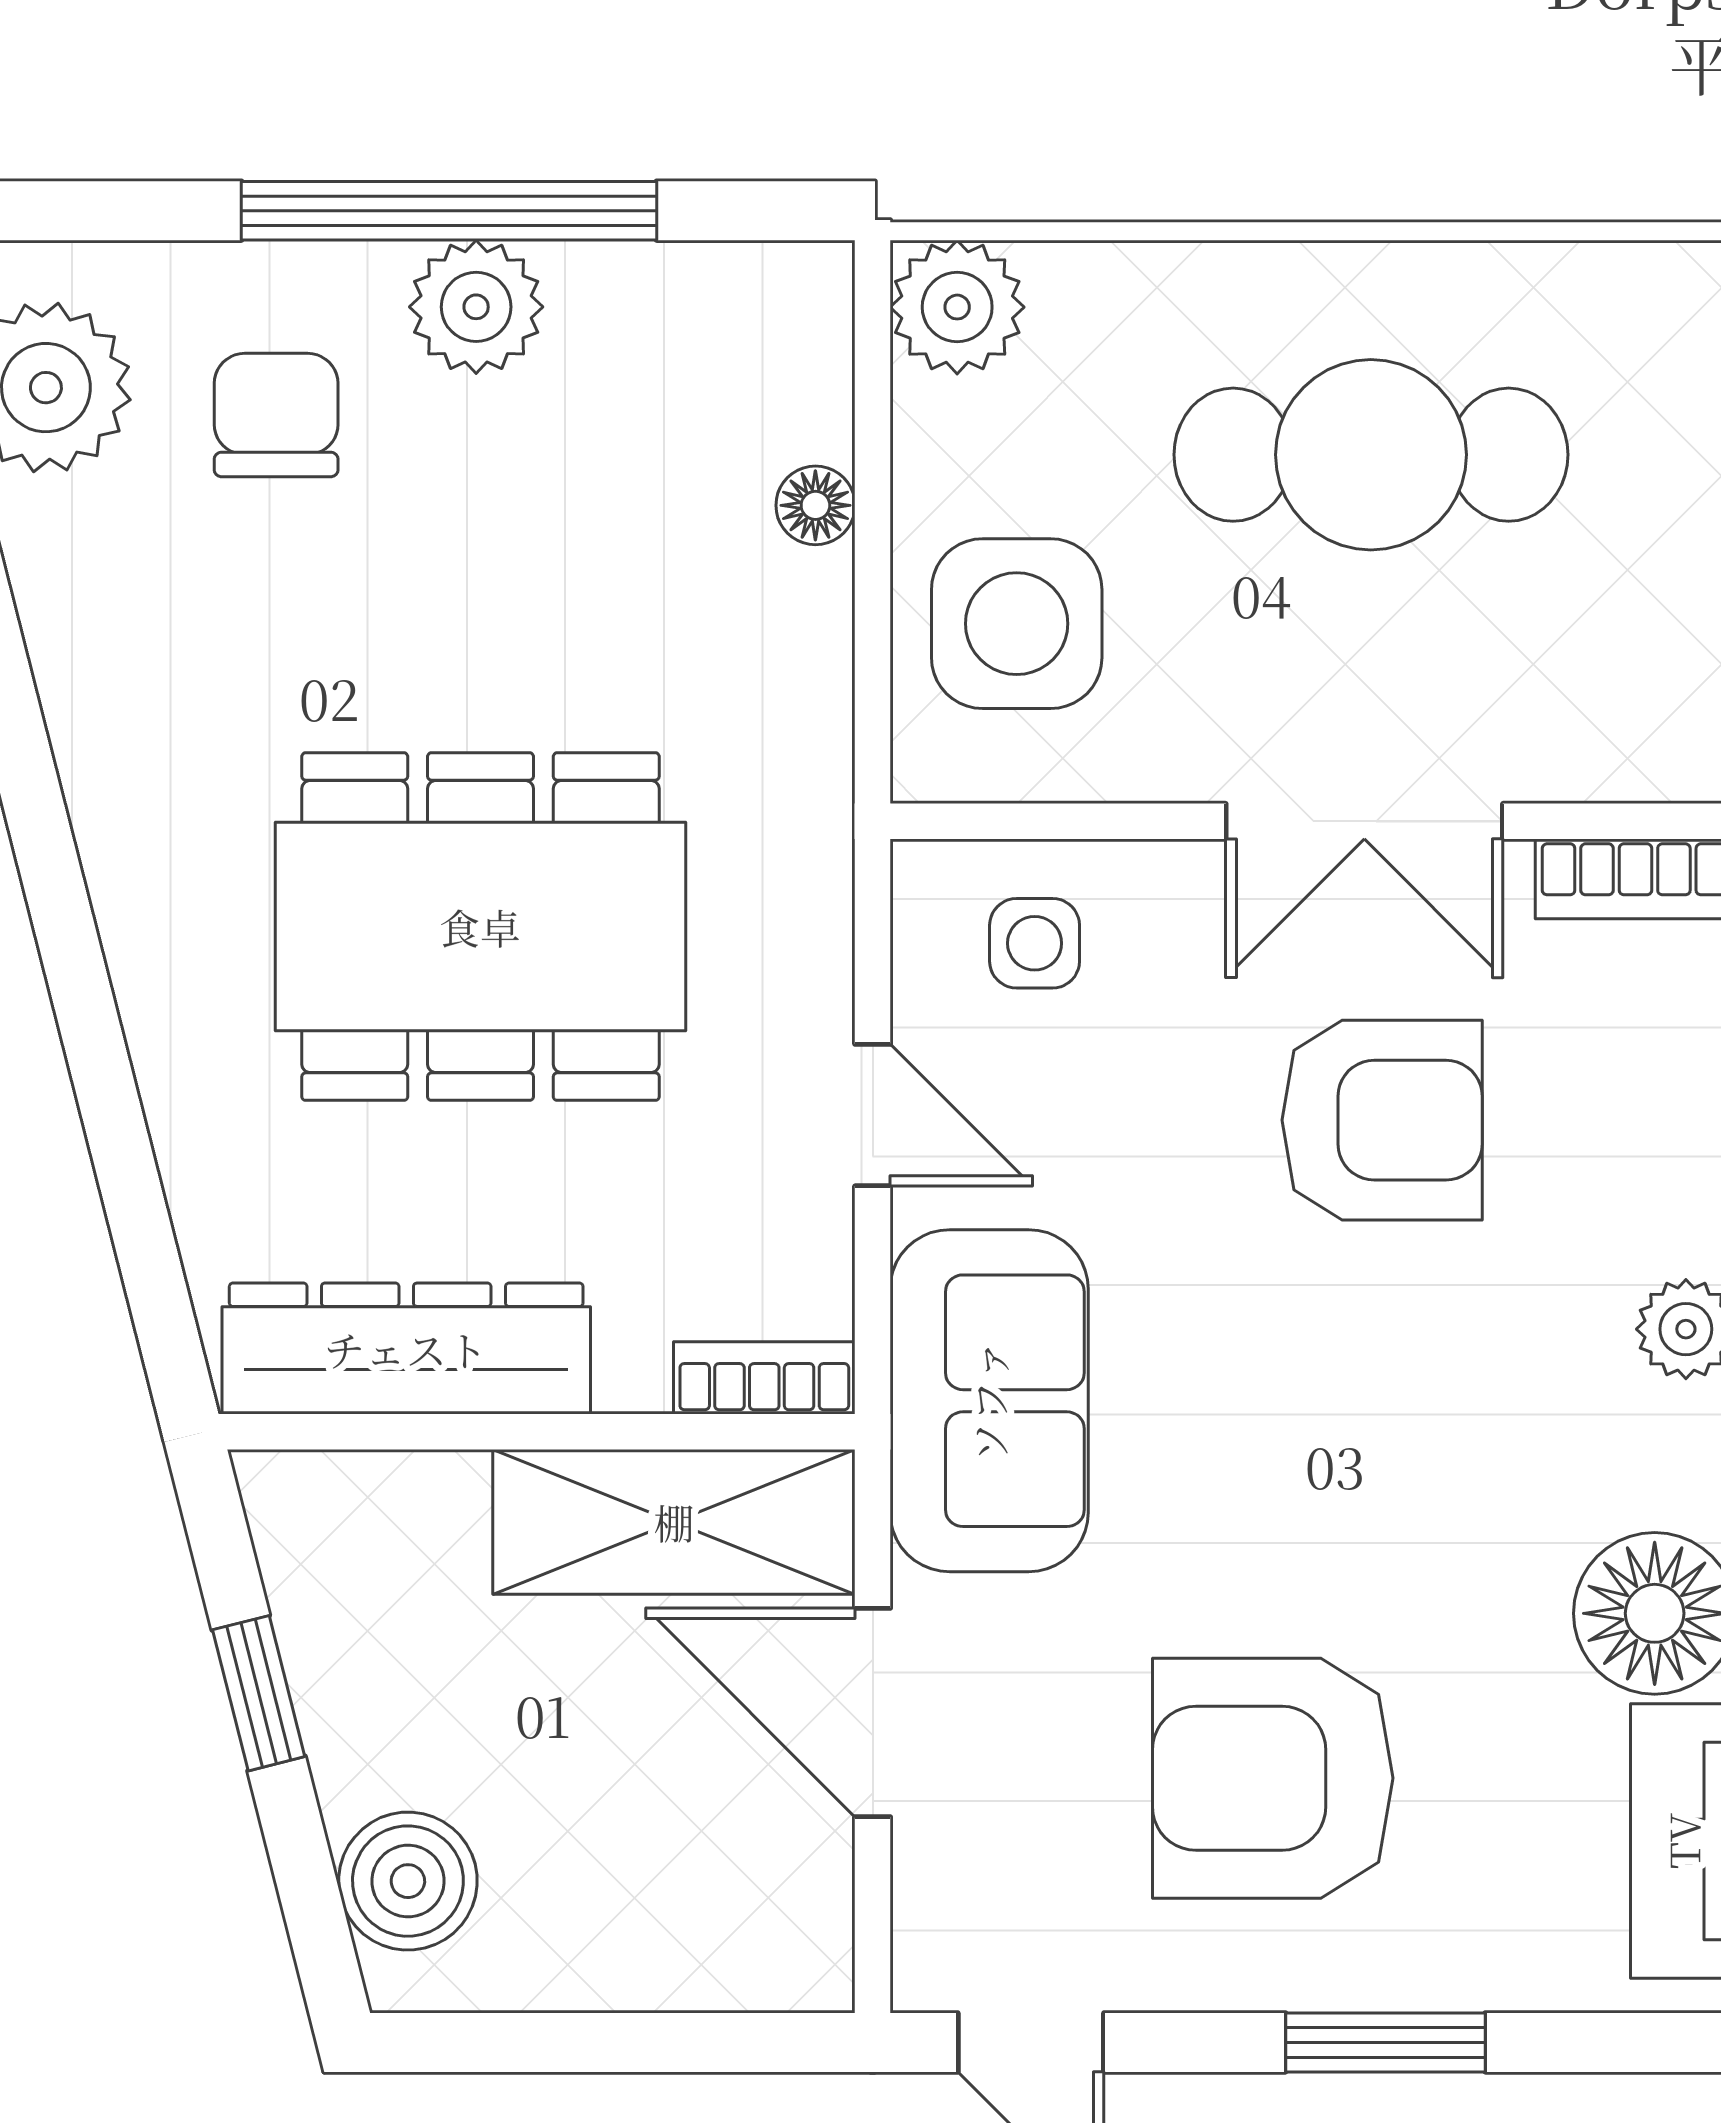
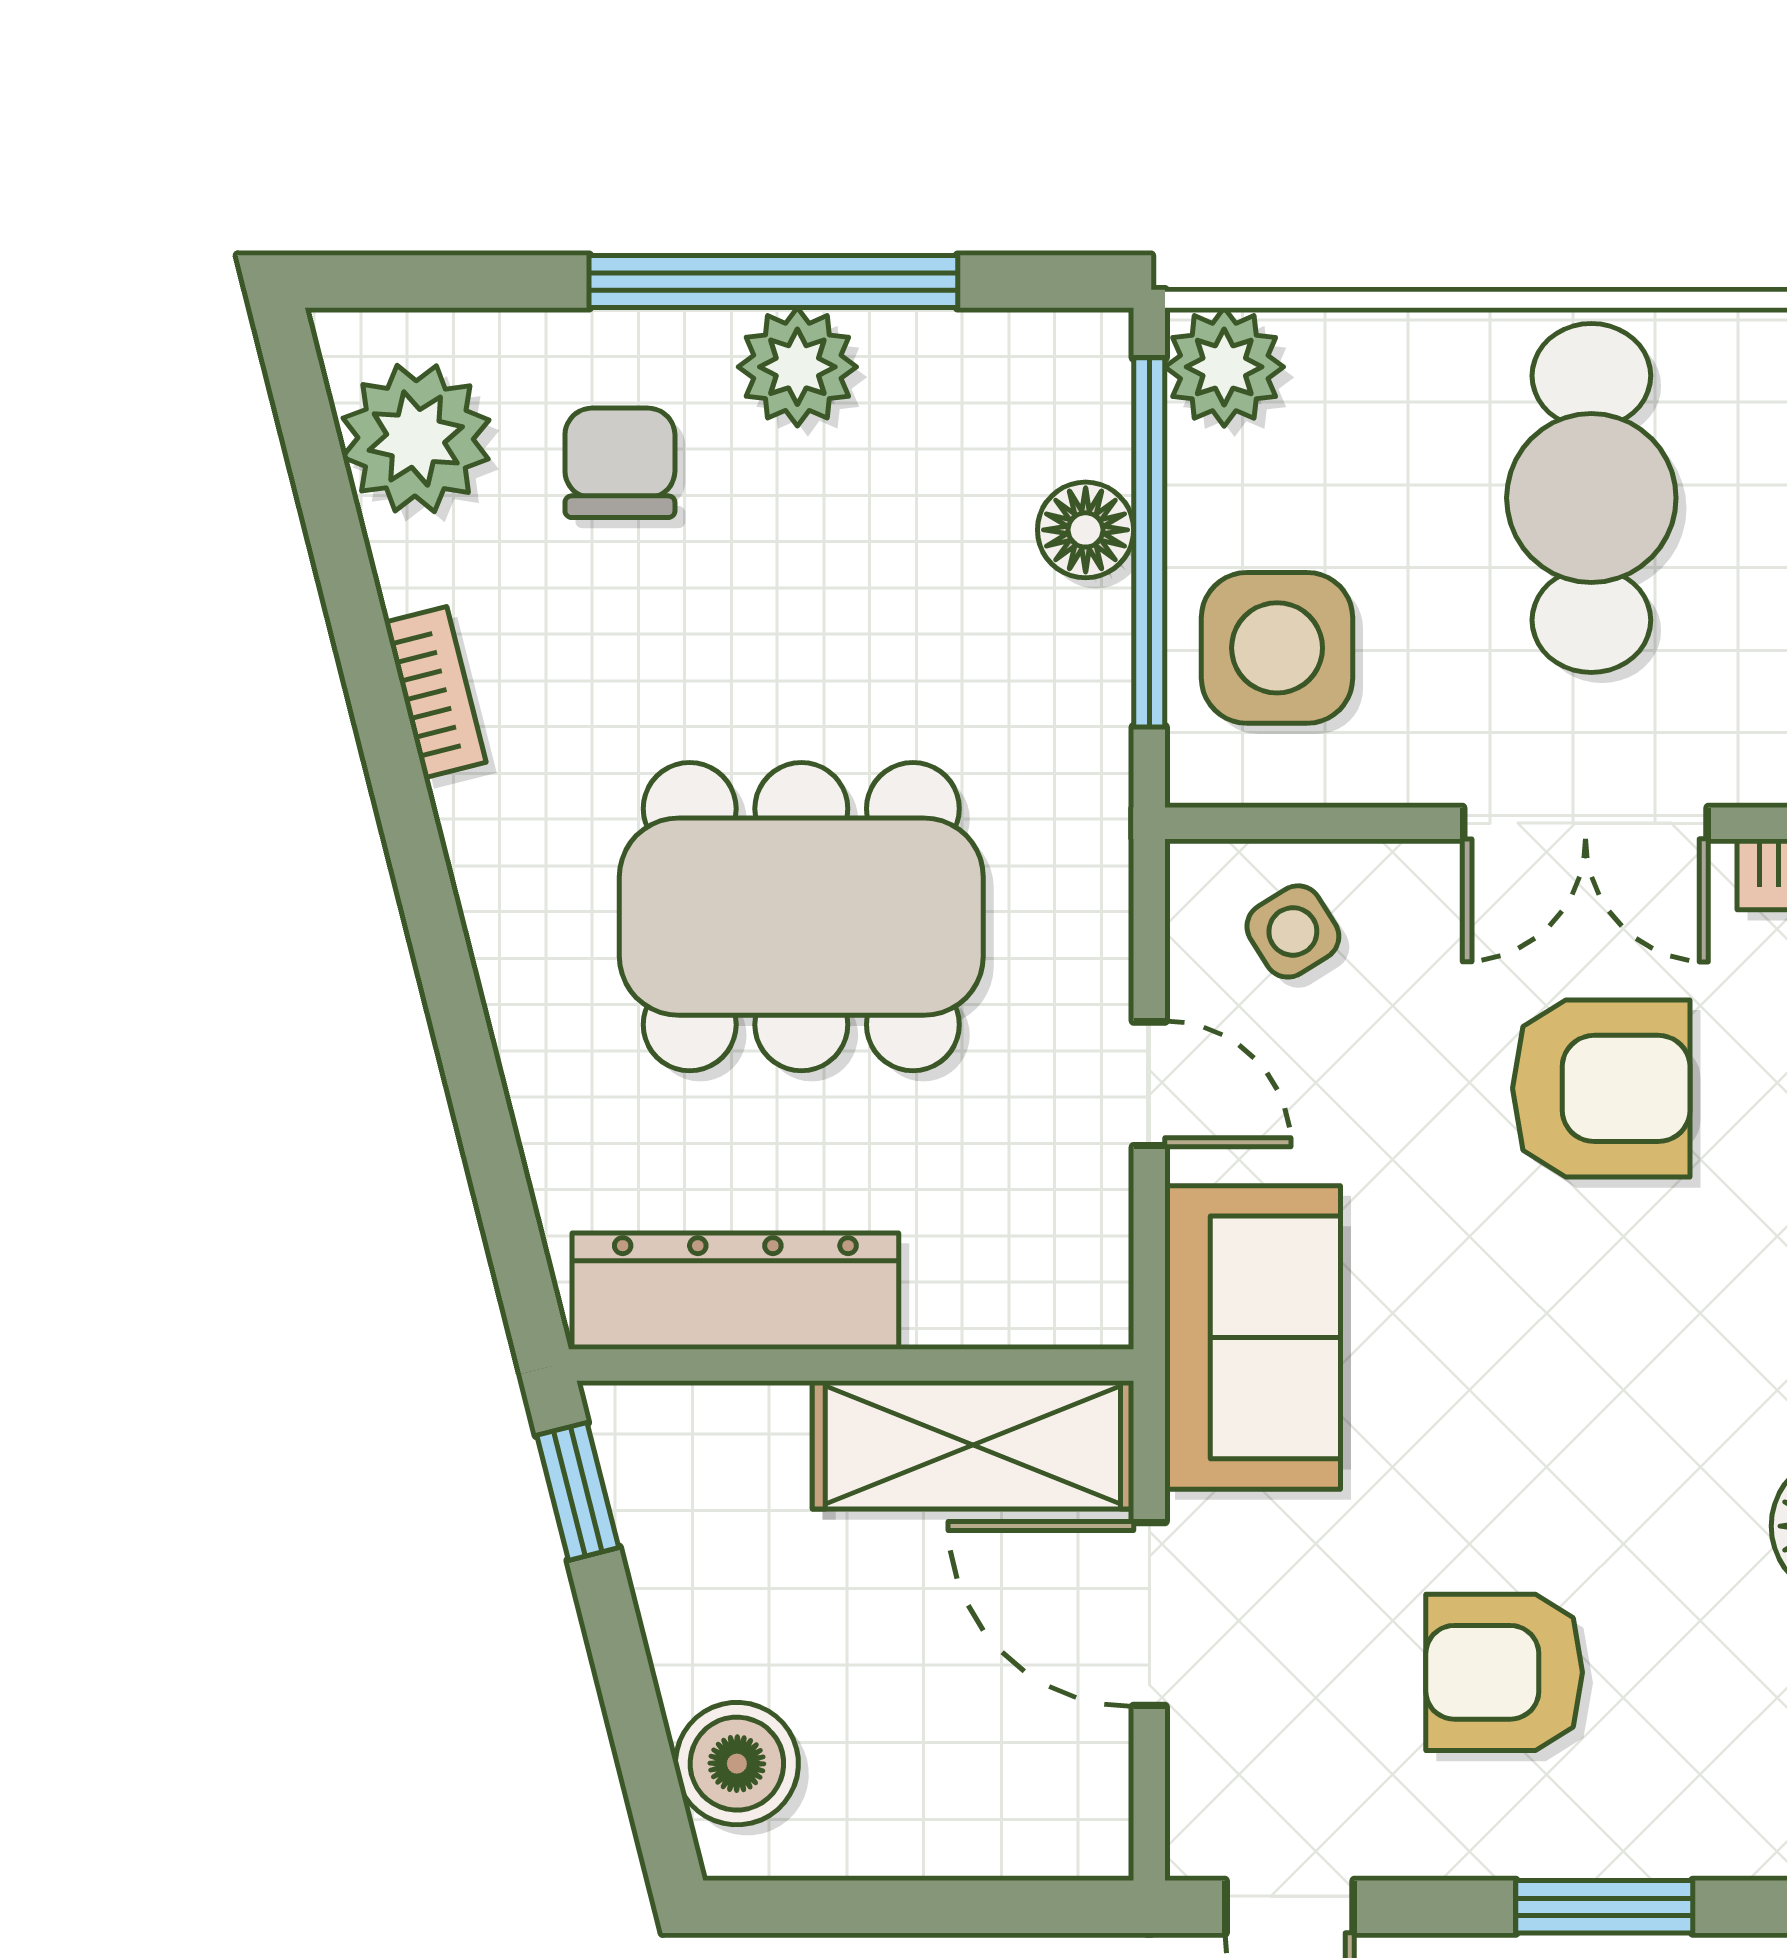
cafe table: (1371, 455) -> (1591, 498), turned 90
floor lamp: (815, 505) -> (1086, 530), width x1.37, depth x1.37
window: (873, 505) -> (1149, 542), added
side table: (1035, 943) -> (1293, 931), turned -32
bookcase: (764, 1378) -> (435, 692), moved, turned 76
window: (259, 1693) -> (578, 1491), moved
armchair: (1273, 1778) -> (1504, 1672), width x0.73, depth x0.73

